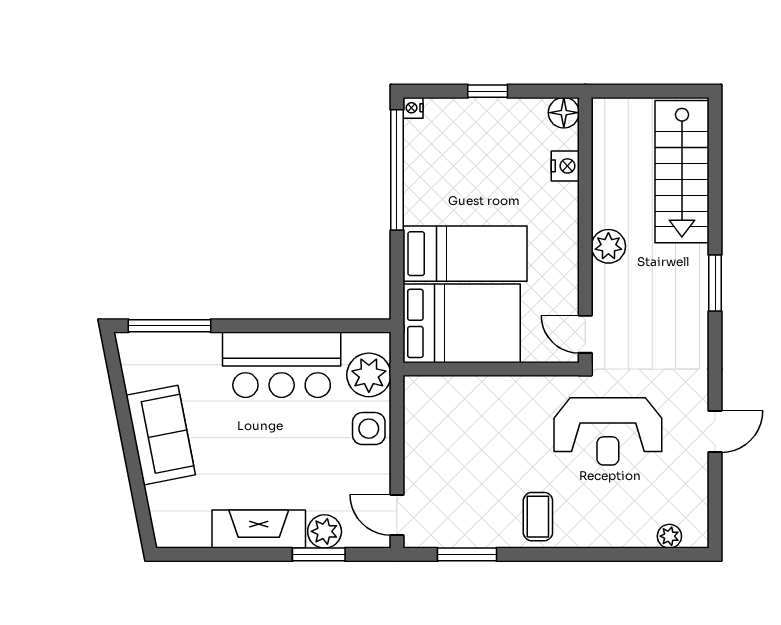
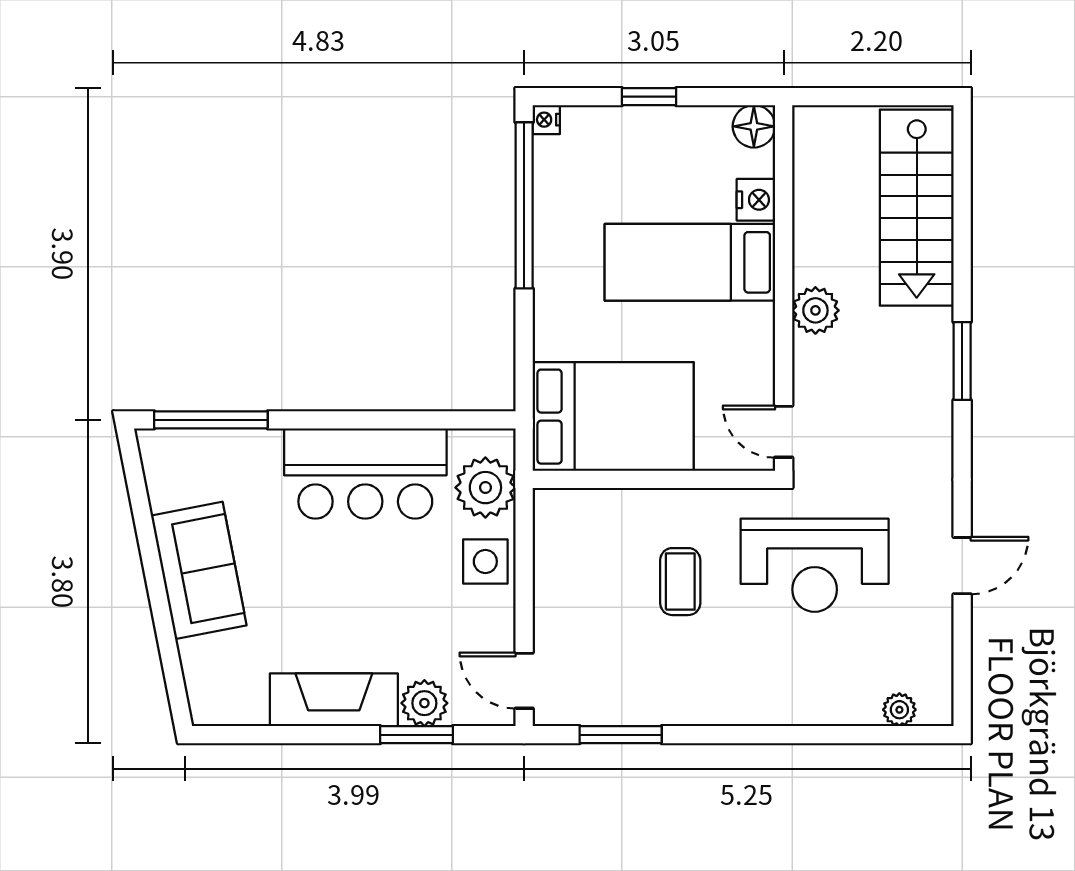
bed: (465, 254) -> (690, 262), moved, turned 180
coffee table: (538, 517) -> (680, 582), moved

